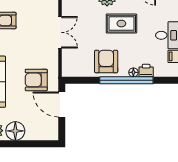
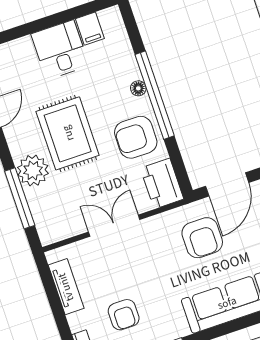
rug: (121, 24) -> (68, 133), width x1.36, depth x1.43
printer: (146, 71) -> (162, 184), moved, width x1.87, depth x1.48

